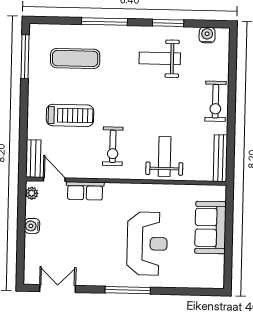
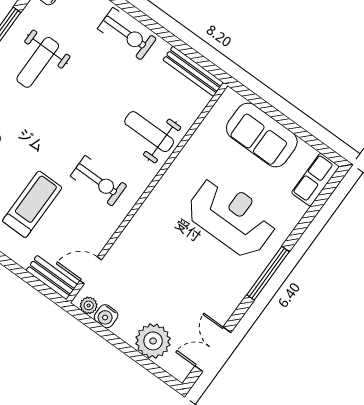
row of seats: (85, 191) -> (315, 180), moved, turned 180
water cooler: (32, 226) -> (106, 316), moved
plant: (37, 248) -> (153, 341), added

